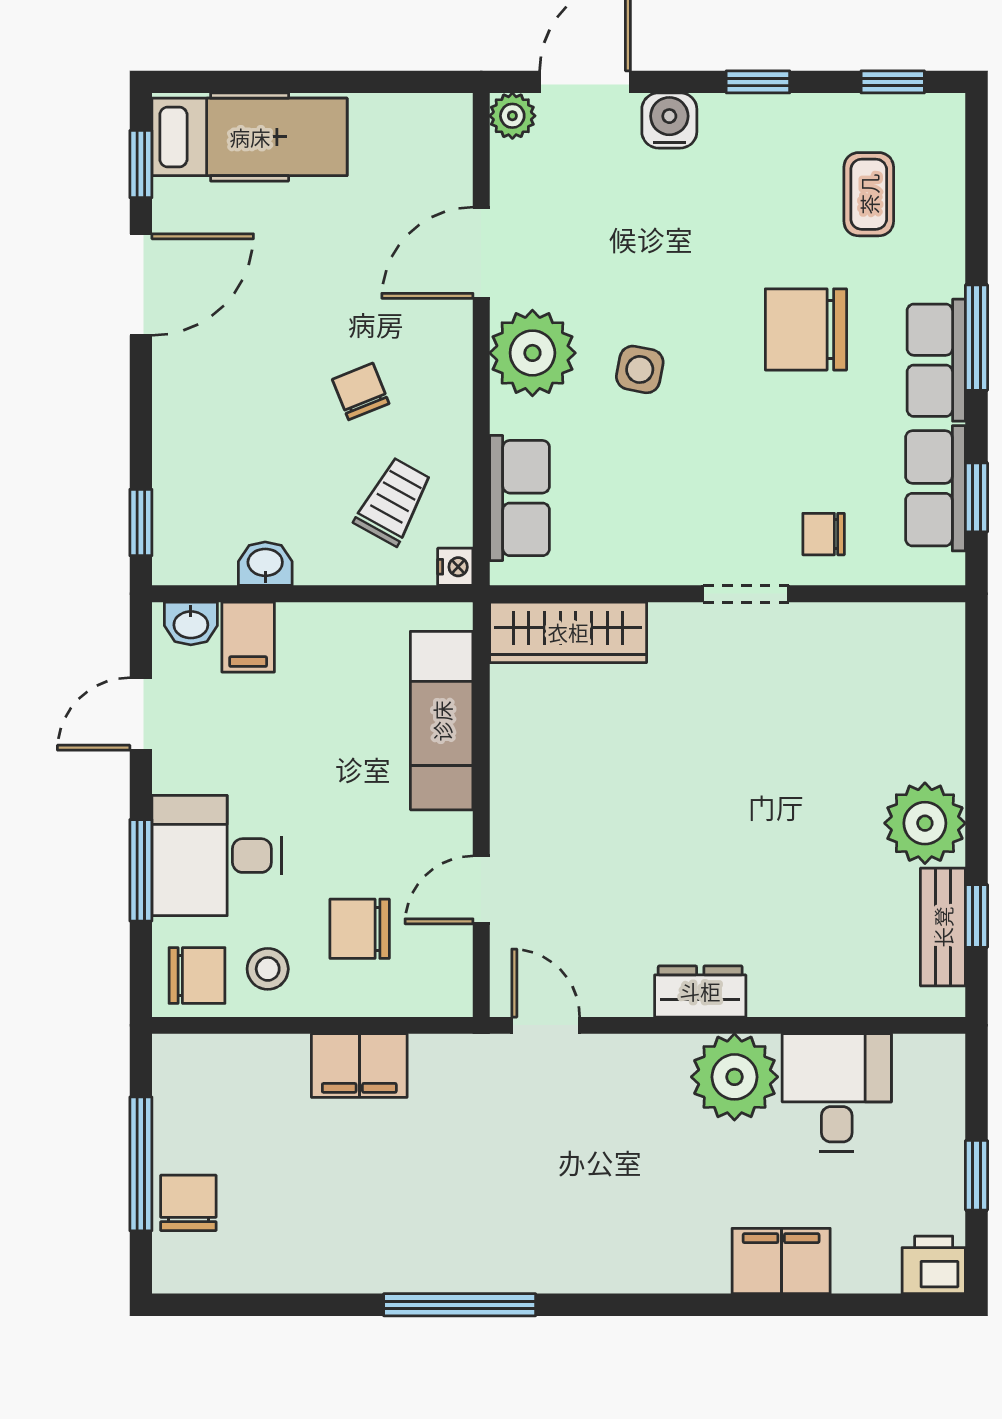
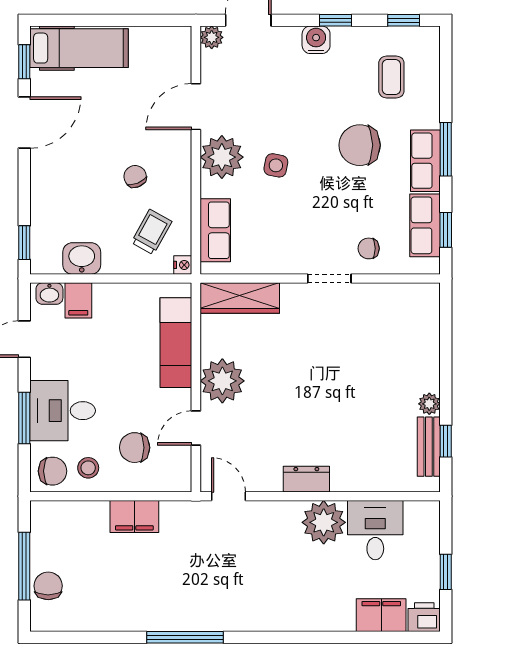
water cooler: (669, 120) -> (316, 40), moved
washbasin: (265, 564) -> (82, 258), width x1.38, depth x1.45
plant: (533, 797) -> (222, 381), added
plant: (925, 823) -> (429, 404), width x0.53, depth x0.53
filing cabinet: (781, 1261) -> (381, 615), moved

